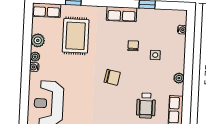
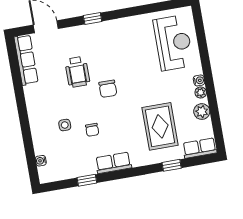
chair: (112, 77) -> (108, 89), turned -101
plant: (179, 78) -> (32, 105), removed
wheelchair: (146, 106) -> (77, 72), moved, turned 180

